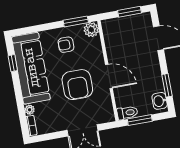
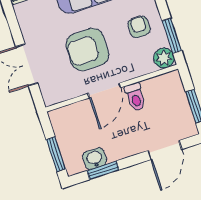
washbasin: (160, 101) -> (95, 159), moved
toilet: (127, 113) -> (135, 97), moved
window: (140, 120) -> (56, 154), moved

